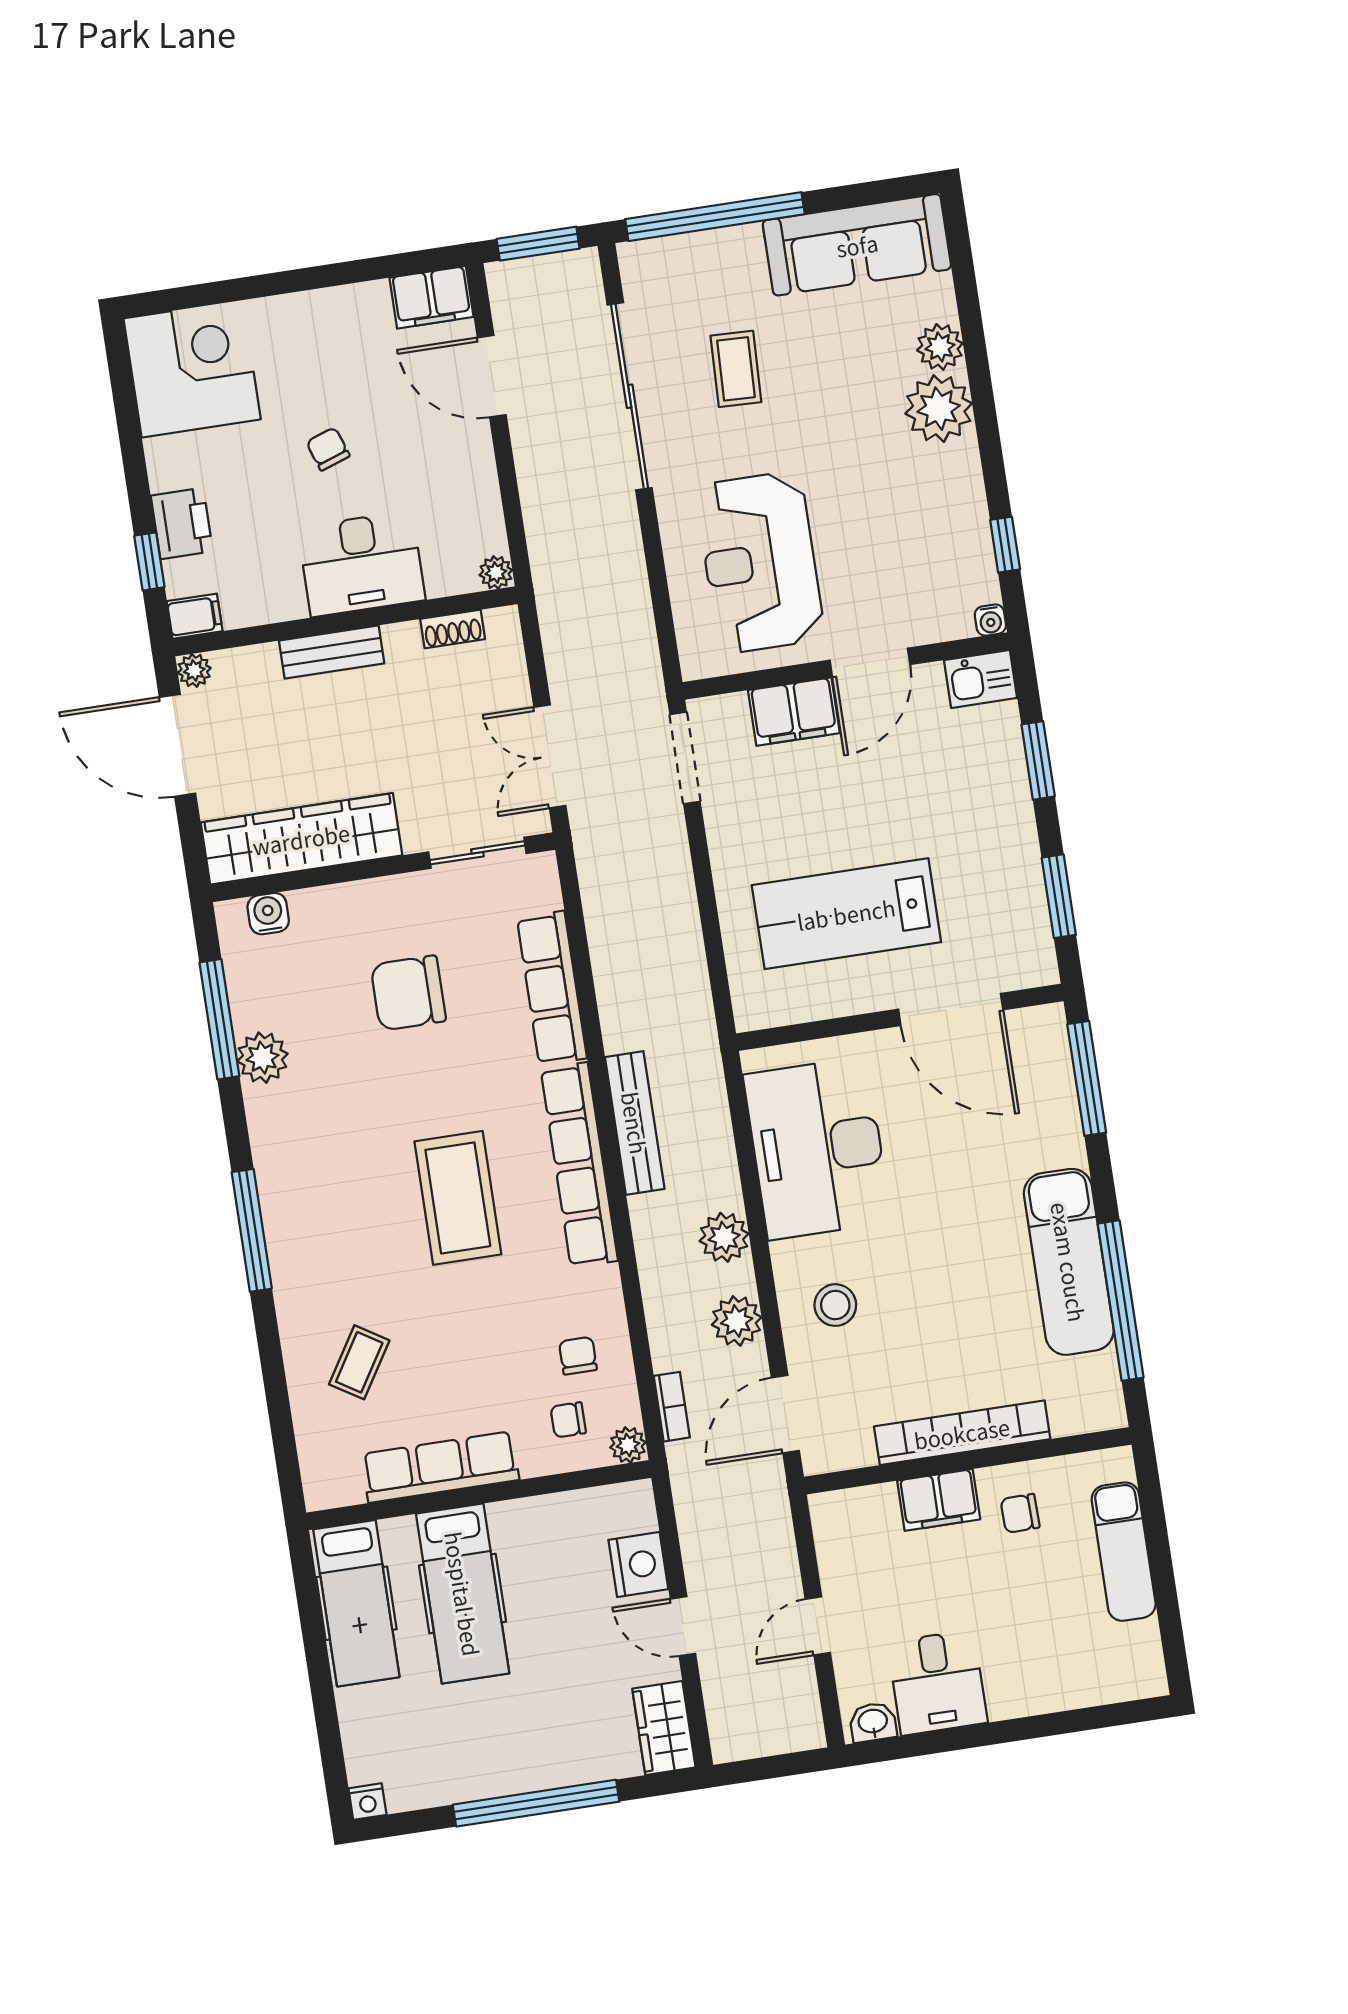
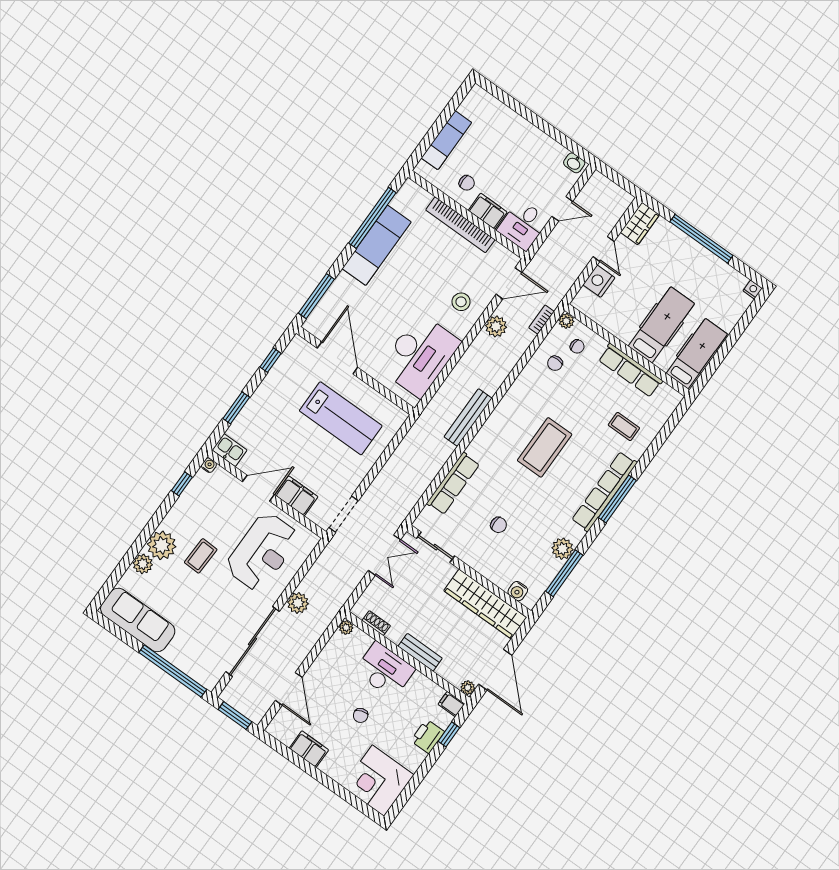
filing cabinet: (431, 297) -> (309, 749), moved
coffee table: (736, 369) -> (201, 556), moved
window: (1059, 896) -> (270, 360), width x0.67
chair: (408, 993) -> (499, 525), width x0.54, depth x0.54
row of seats: (579, 1165) -> (604, 492), moved, turned 180
plant: (724, 1237) -> (298, 603), moved
coffee table: (359, 1362) -> (624, 427), turned 58
desk: (937, 1683) -> (523, 225), moved, turned 180

